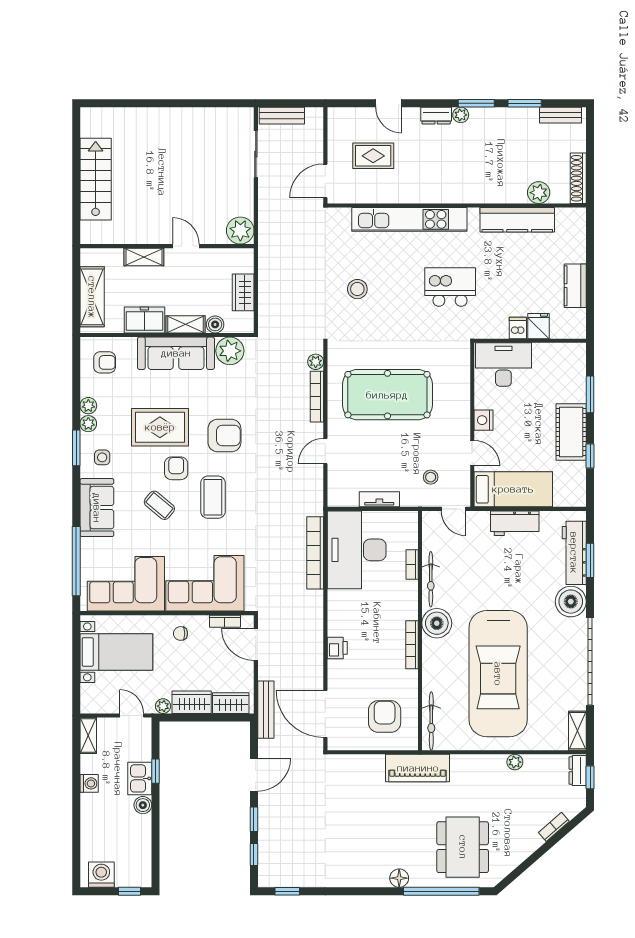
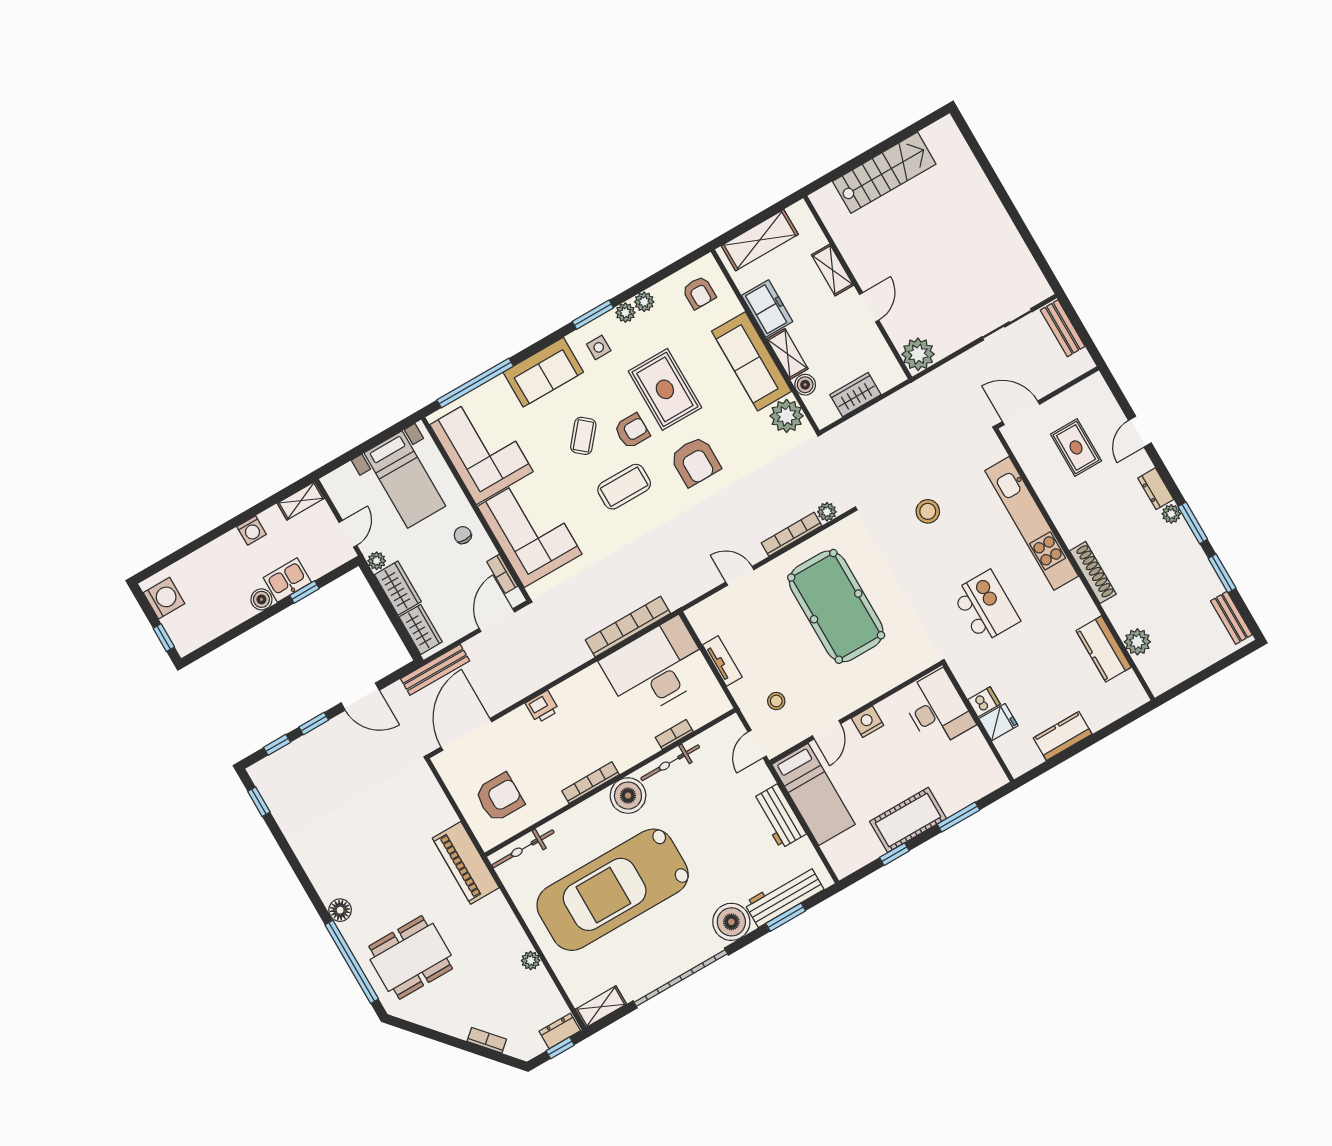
shoe rack: (578, 178) -> (1093, 572), moved, turned 90
kitchen counter: (517, 220) -> (1104, 649), width x0.67

